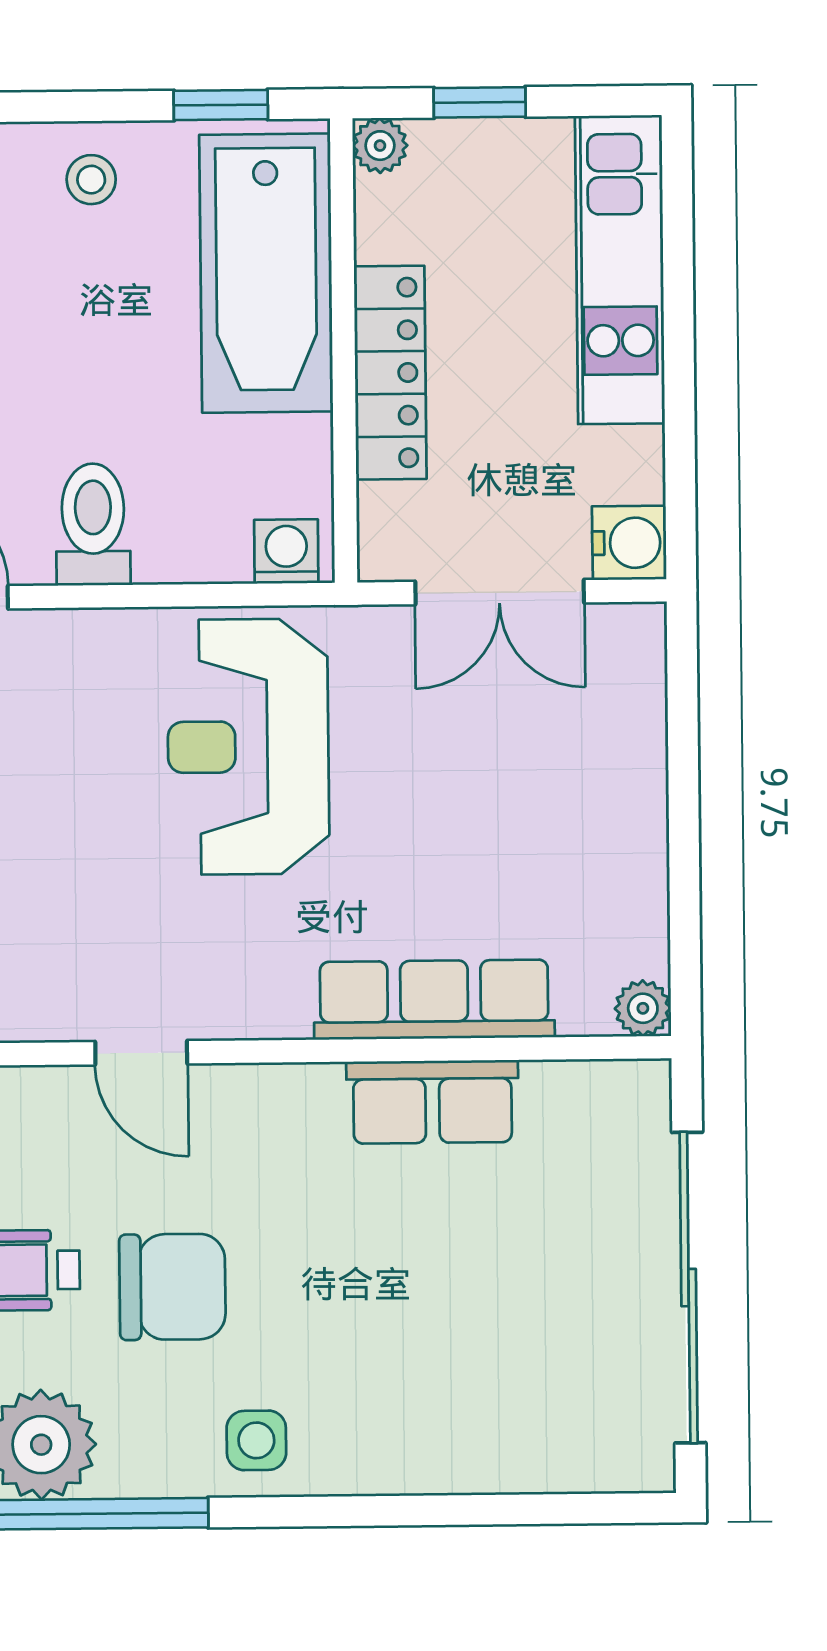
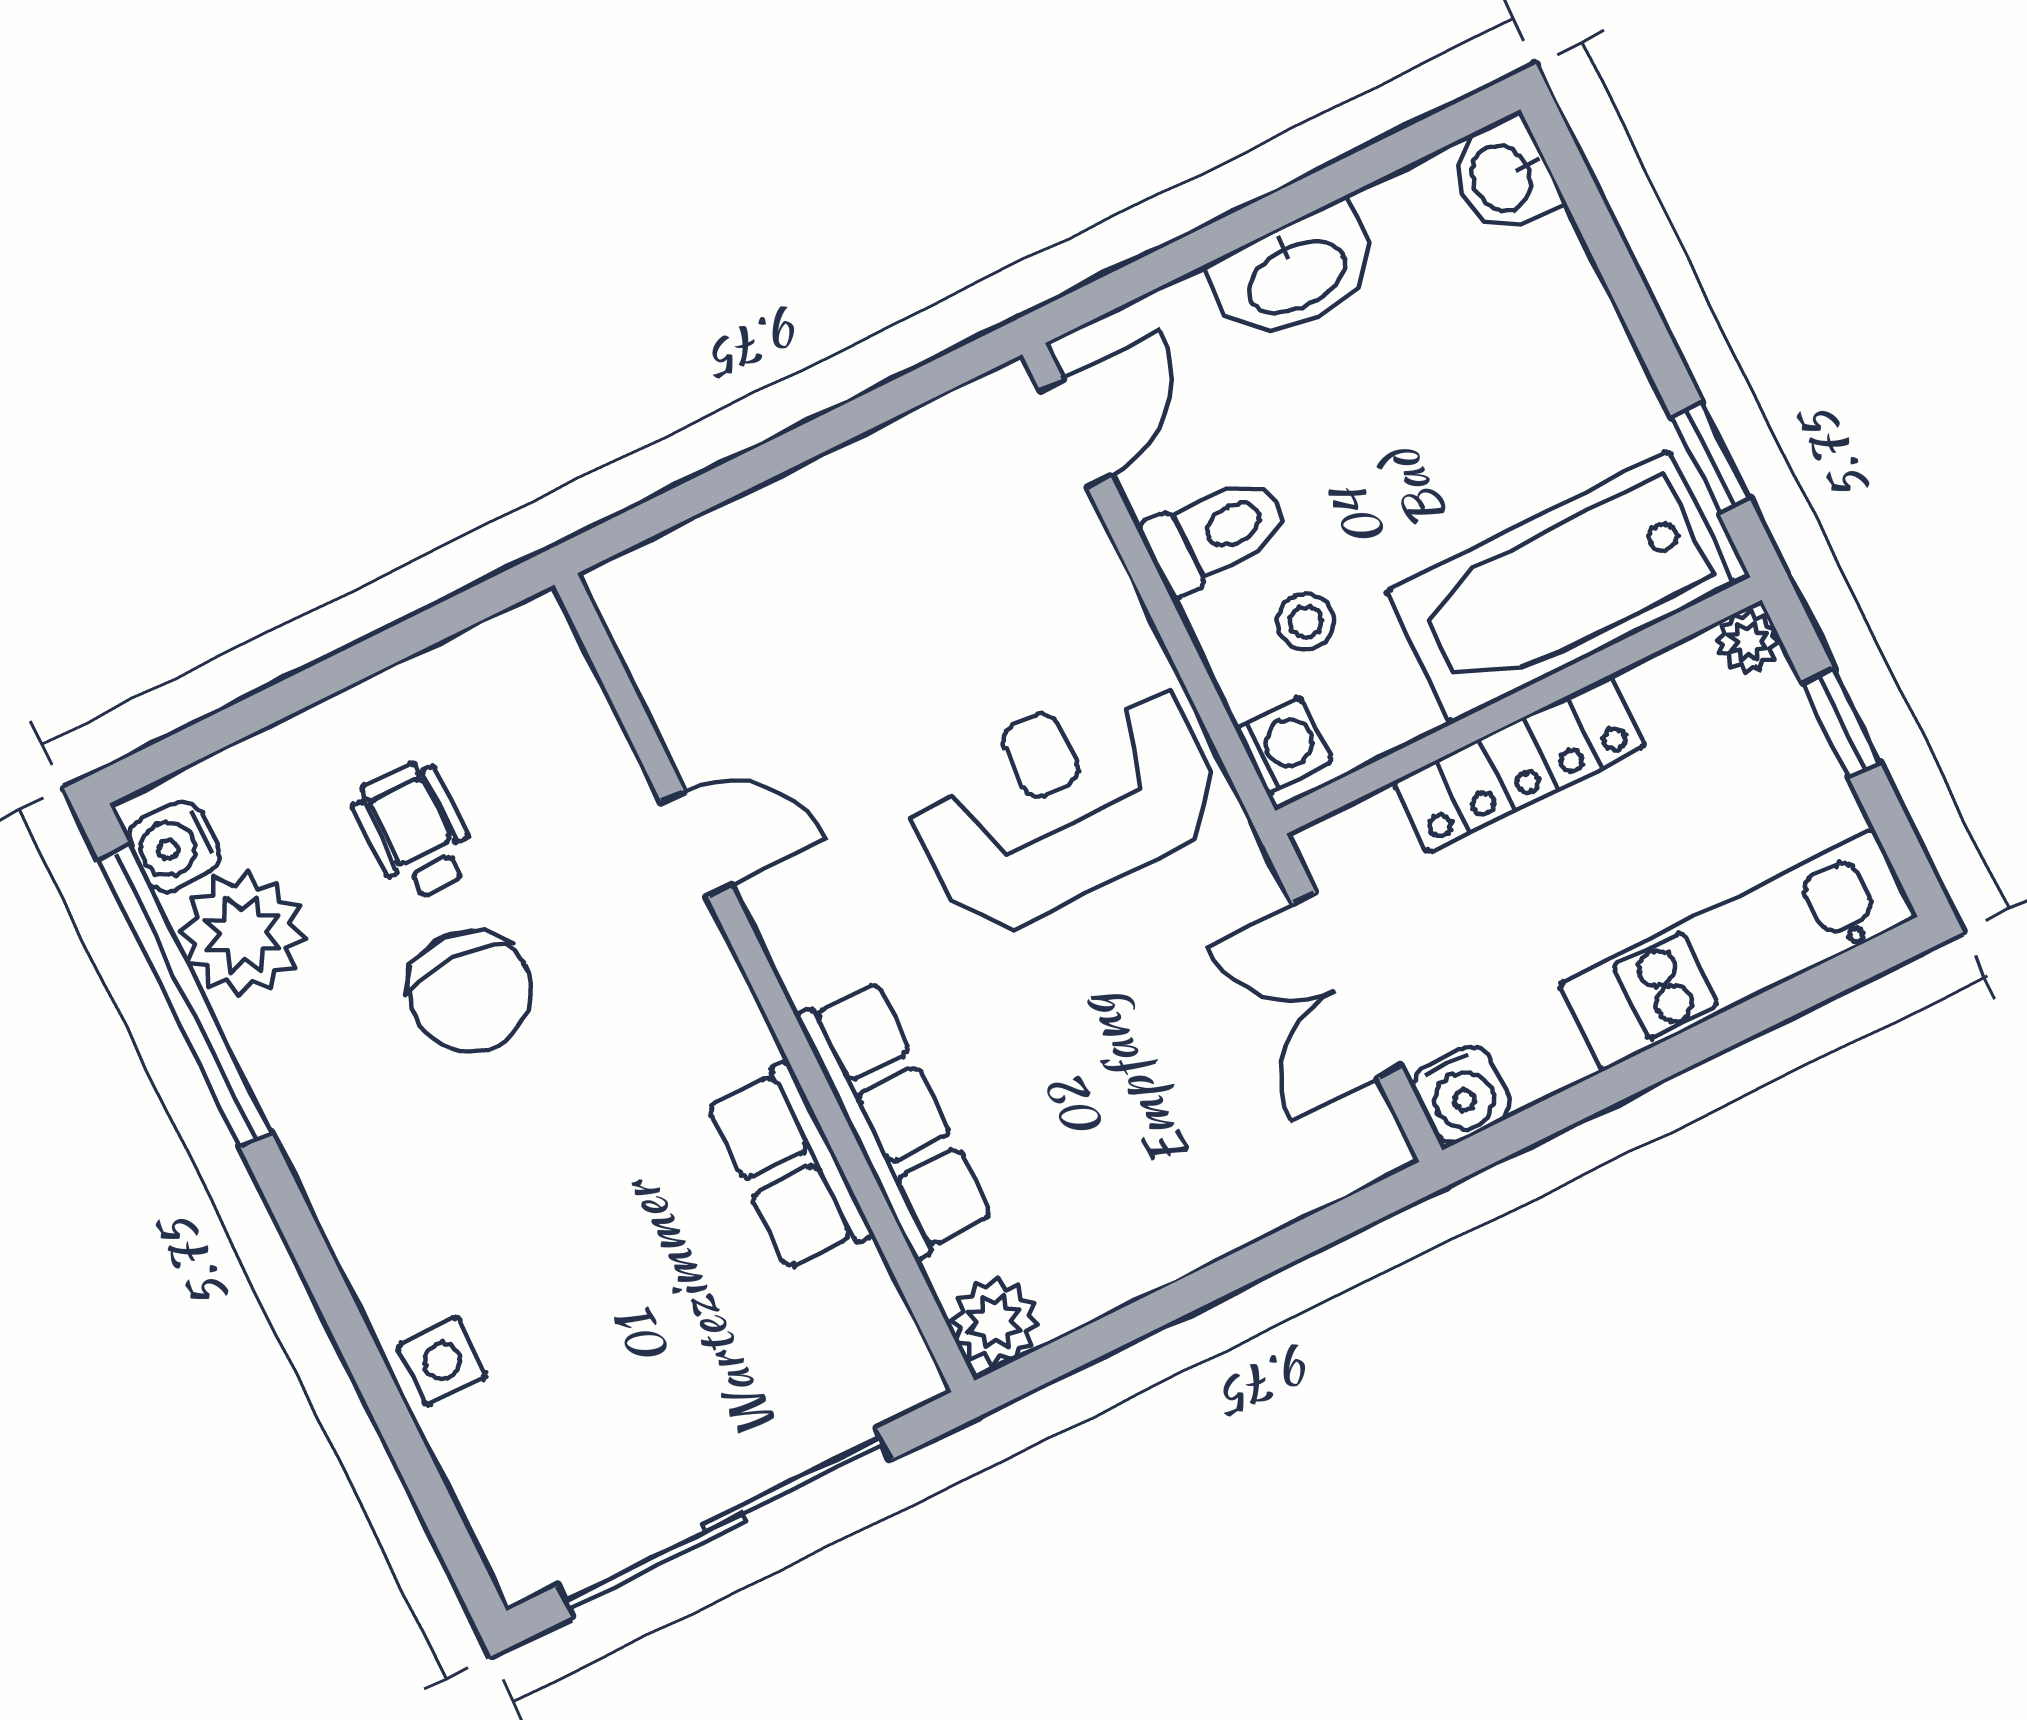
stool: (91, 180) -> (1306, 622), moved
plant: (643, 1008) -> (995, 1322), width x1.38, depth x1.38
door: (141, 1053) -> (696, 843), swing flipped
side table: (256, 1440) -> (442, 1361), moved

